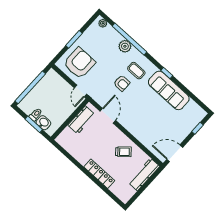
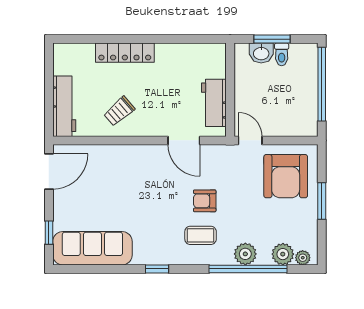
plant: (110, 32) -> (283, 254), added
sofa: (169, 90) -> (92, 248), moved

